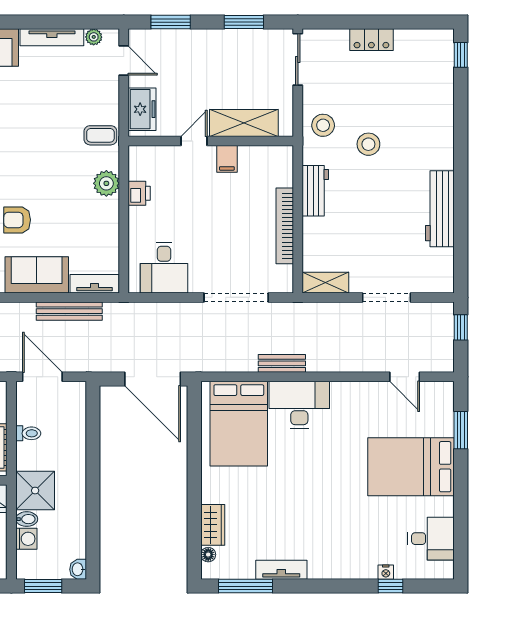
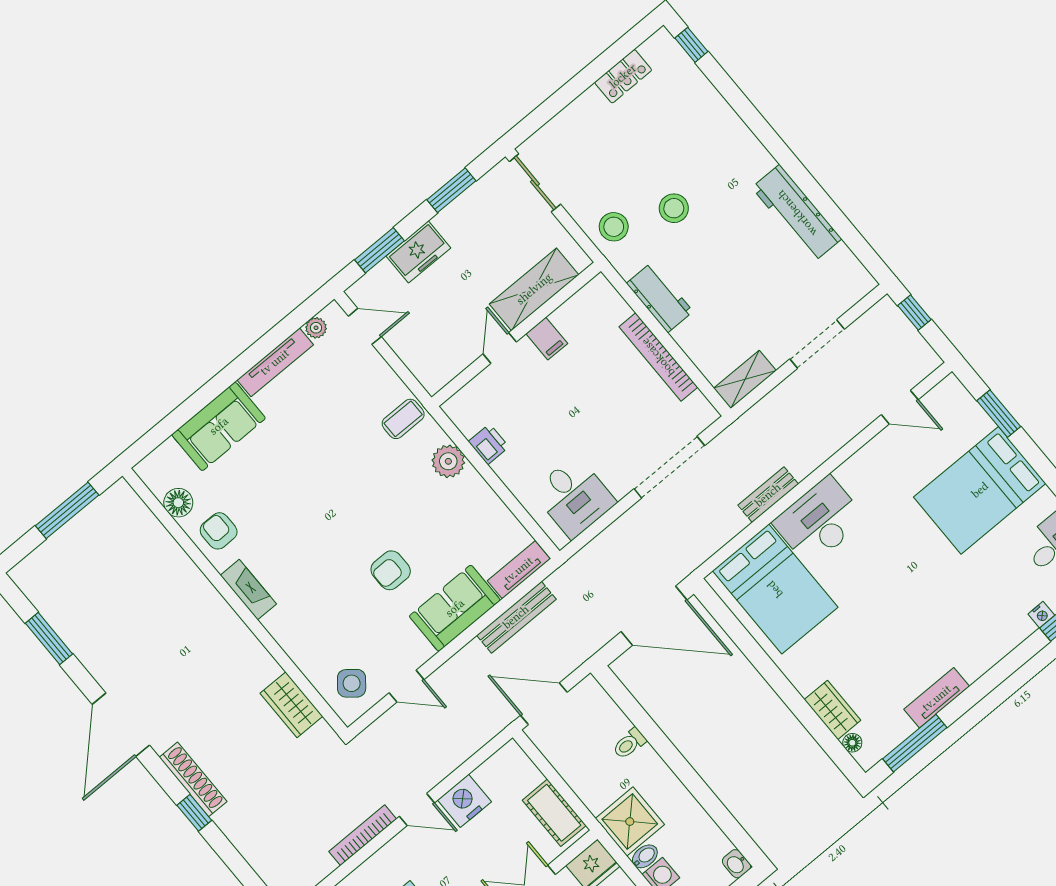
locker: (371, 40) -> (623, 76), moved
freezer: (142, 109) -> (418, 252), moved, turned 90
toilet: (28, 433) -> (629, 744), moved, turned 180

